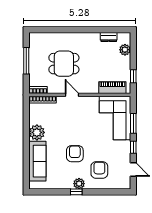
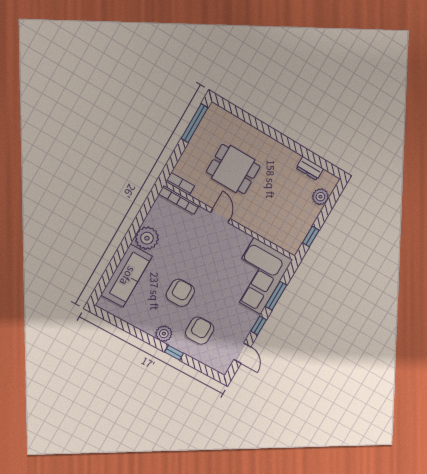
window: (26, 61) -> (195, 123), moved
piano: (112, 88) -> (277, 236), removed
window: (76, 192) -> (174, 353), moved

